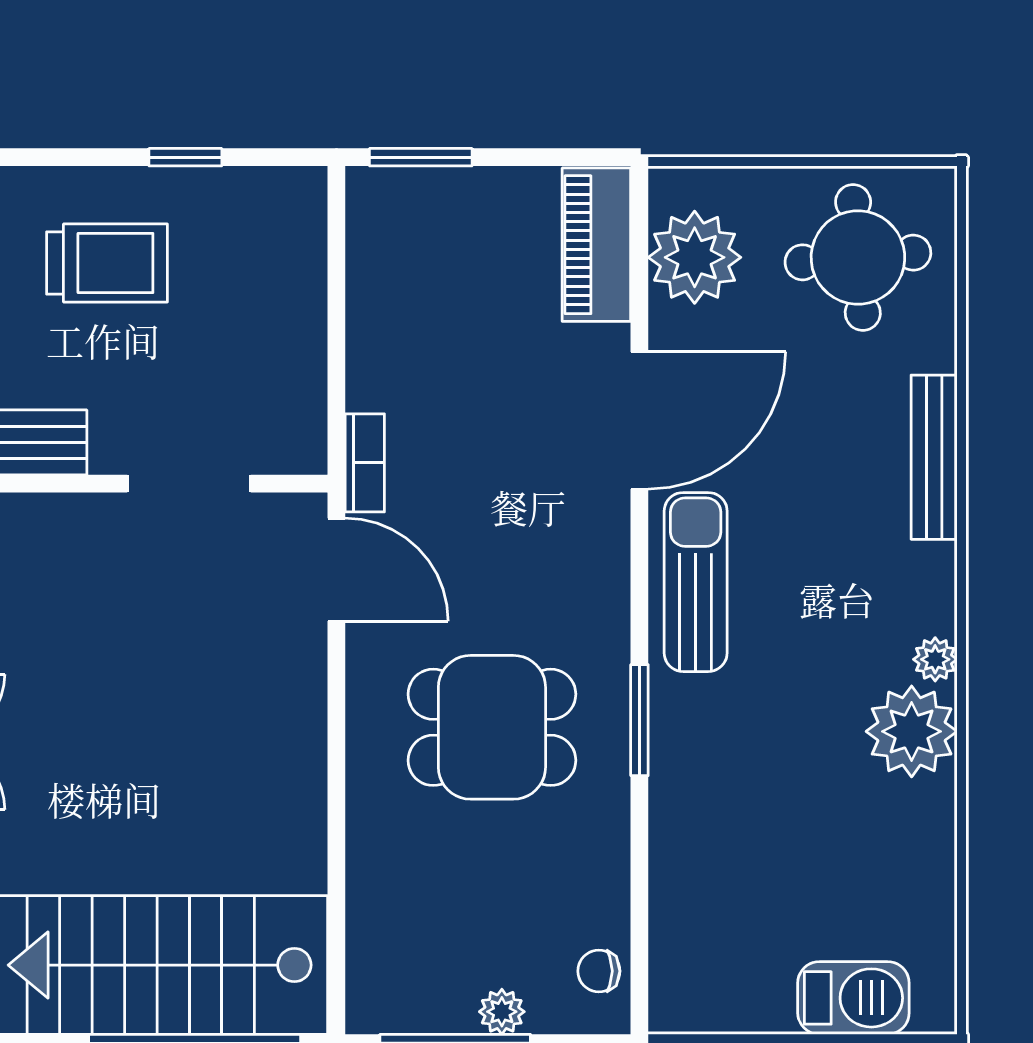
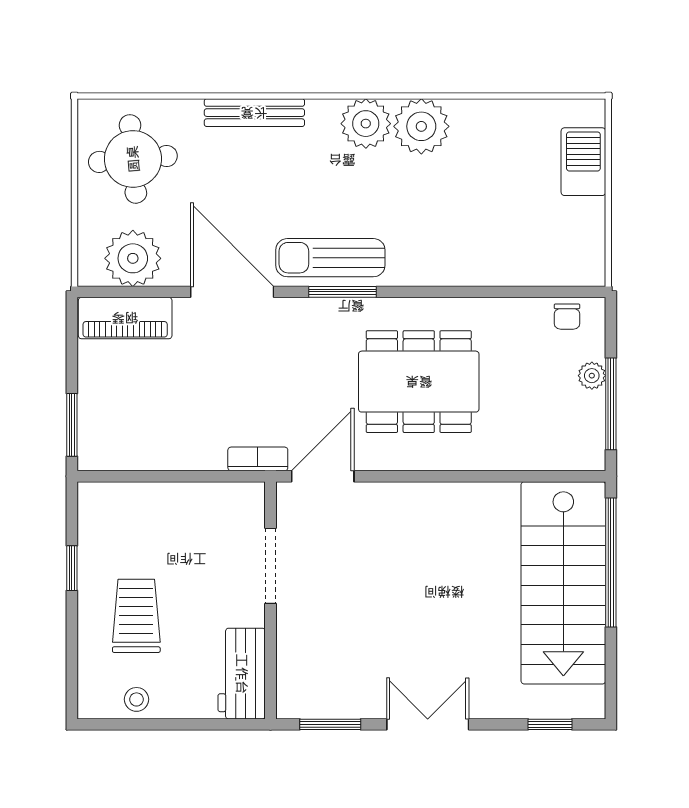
plant: (935, 659) -> (366, 124), width x1.87, depth x1.87
window: (639, 720) -> (342, 292), moved
dining table: (492, 727) -> (419, 382), width x1.38

